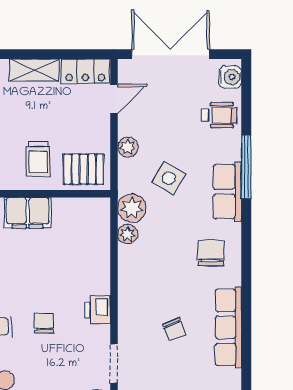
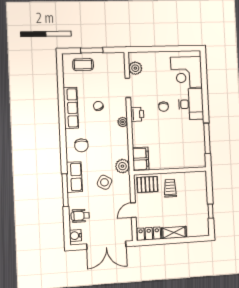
door: (114, 99) -> (133, 210), moved
plant: (128, 147) -> (126, 197), removed
filing cabinet: (28, 213) -> (141, 159), moved, turned 90
plant: (128, 234) -> (123, 122), moved

